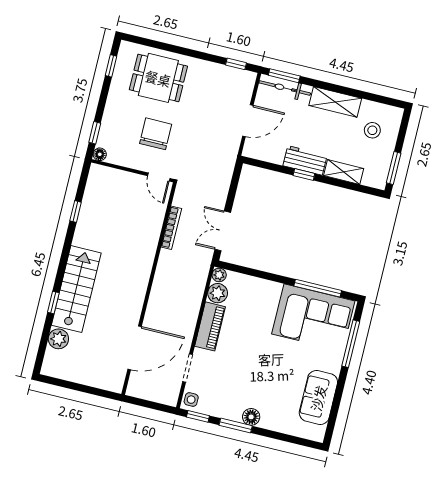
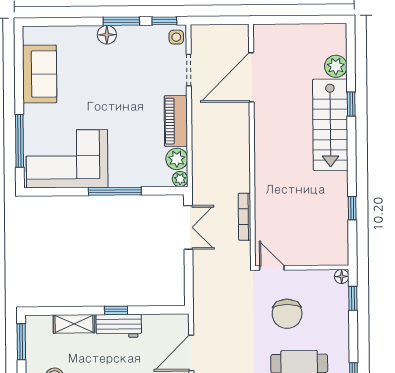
window: (318, 288) -> (115, 191), moved

